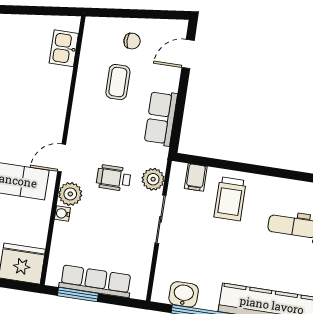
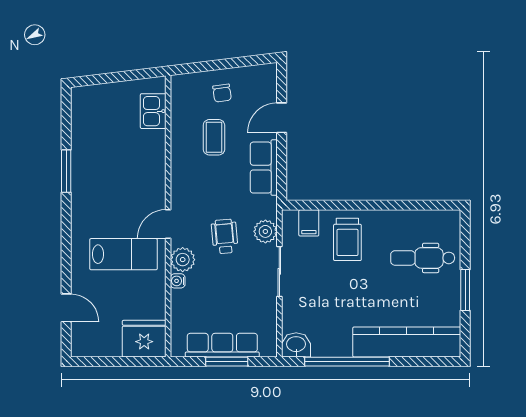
chair: (132, 41) -> (222, 93), turned 82
door: (188, 54) -> (282, 118), moved
wheelchair: (114, 178) -> (225, 236), turned 85
washbasin: (184, 294) -> (296, 345), moved
window: (78, 295) -> (227, 362), moved

